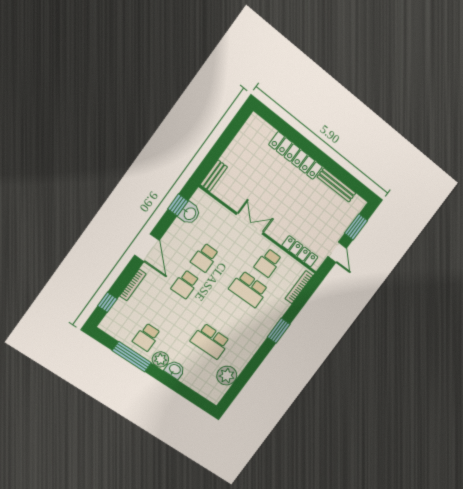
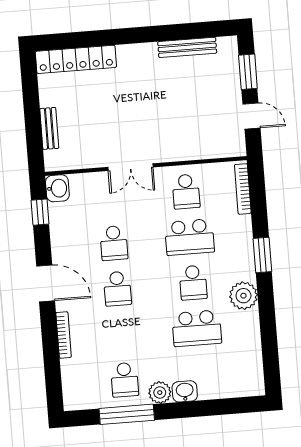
locker: (296, 156) -> (76, 59), moved
bench: (214, 176) -> (49, 128), moved
washbasin: (190, 213) -> (57, 188), moved
double door: (250, 224) -> (130, 167), swing flipped
locker: (300, 251) -> (210, 150), removed
window: (107, 302) -> (53, 376), removed
school desk: (229, 315) -> (193, 283), added
plant: (227, 376) -> (243, 296), moved

